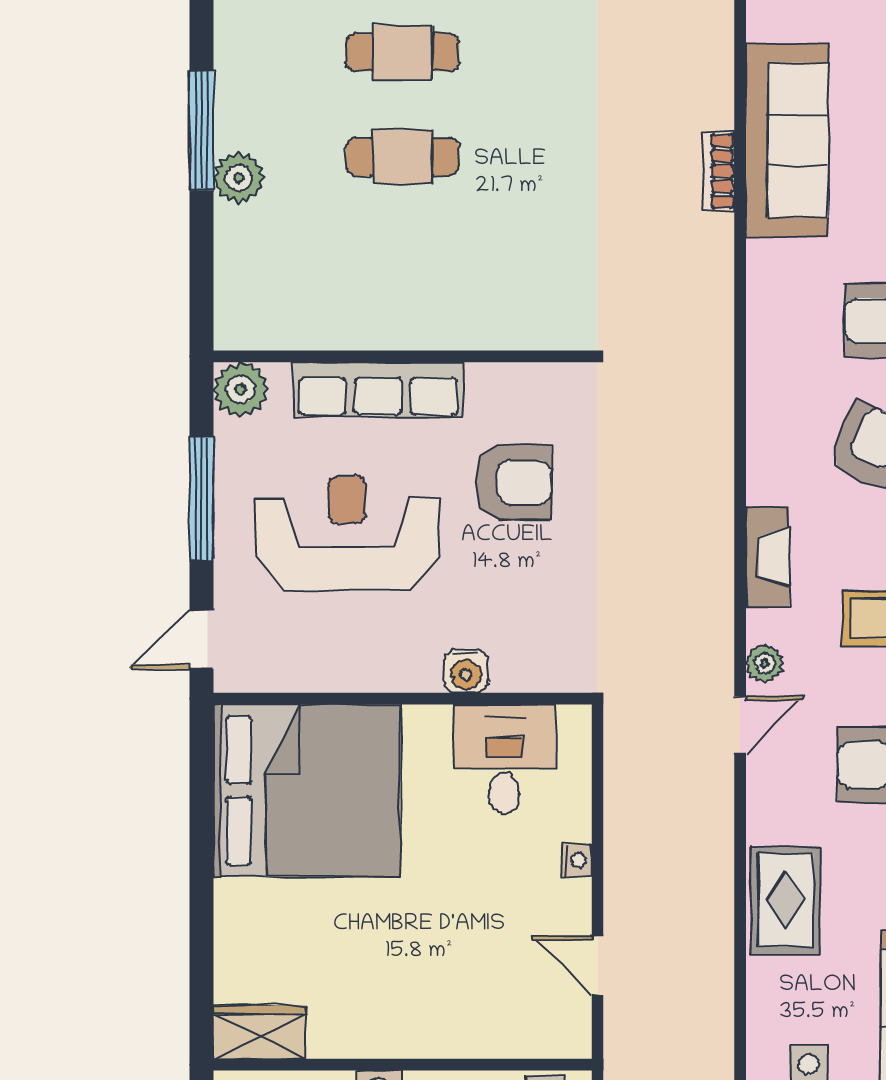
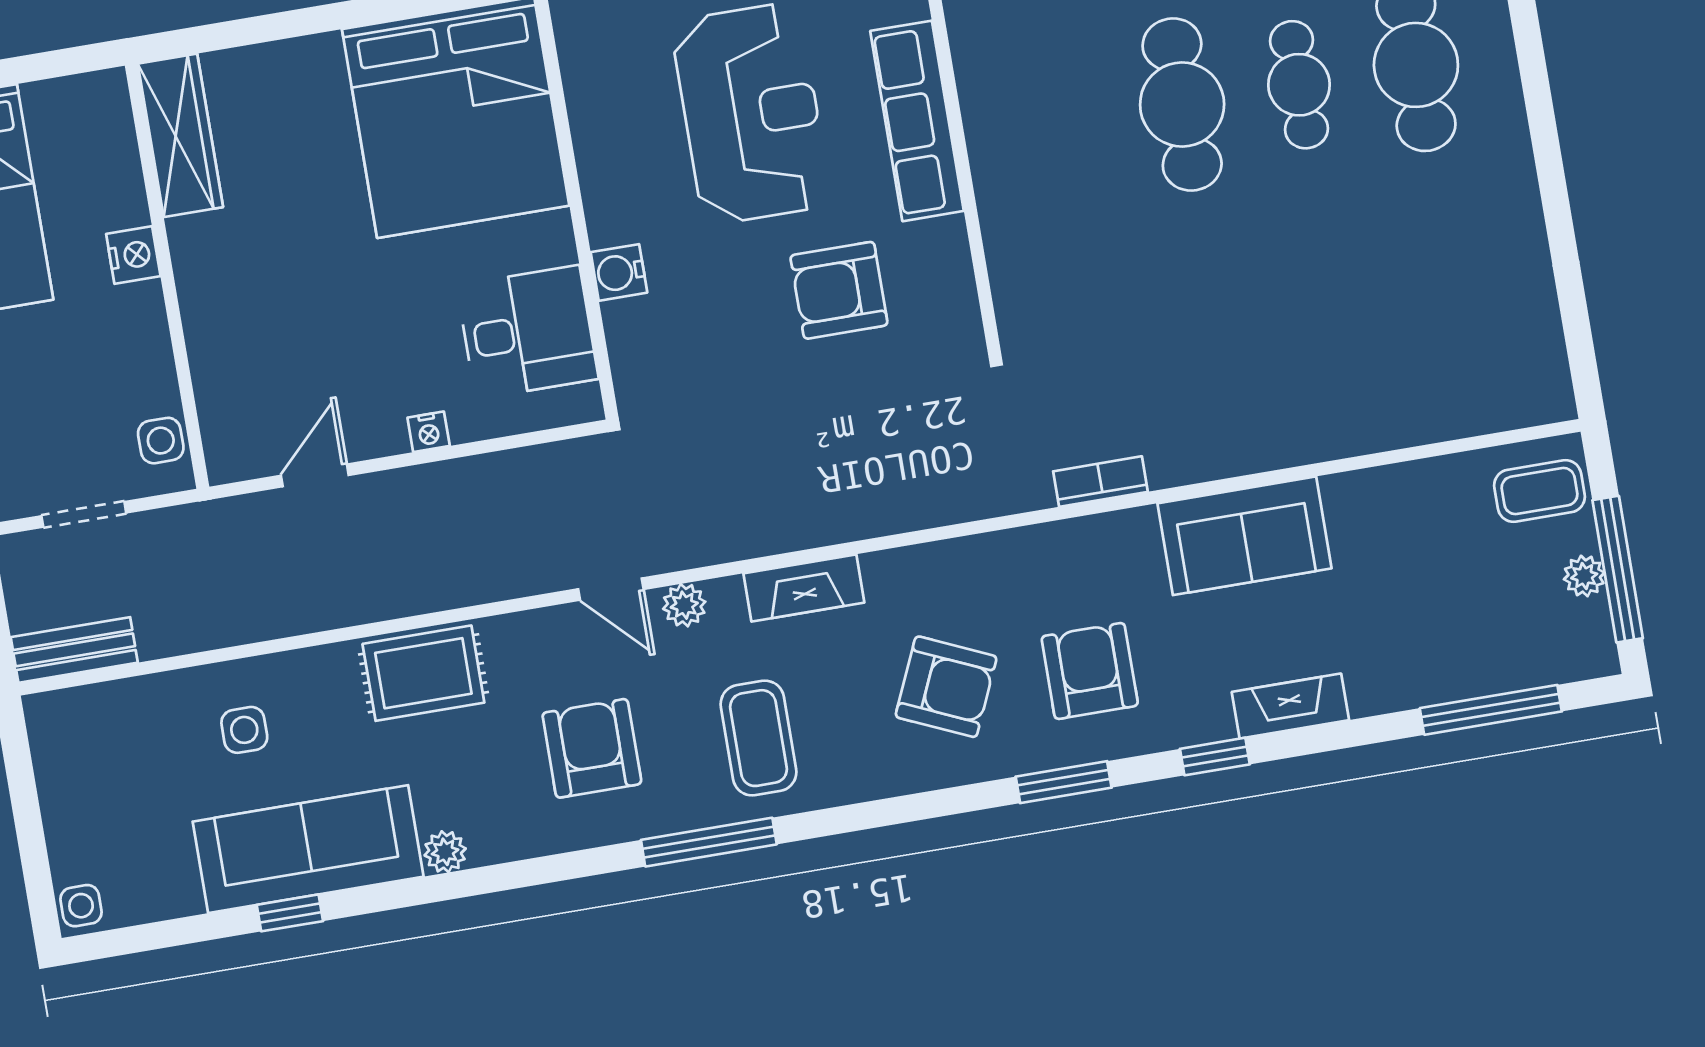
sofa: (787, 140) -> (1245, 536), width x0.73
cafe table: (403, 157) -> (1182, 105), width x1.37, depth x1.35
bookcase: (719, 171) -> (1100, 482), moved
armchair: (514, 483) -> (839, 290), turned 90
wardrobe: (259, 1032) -> (180, 135), width x1.50

